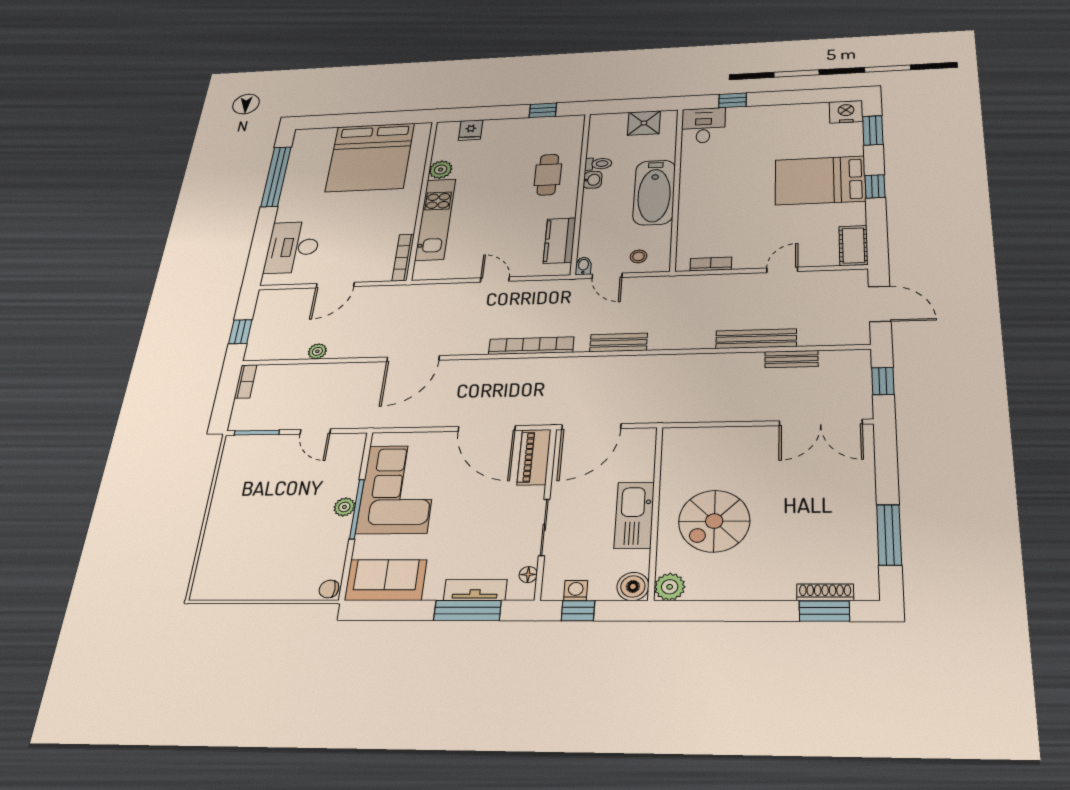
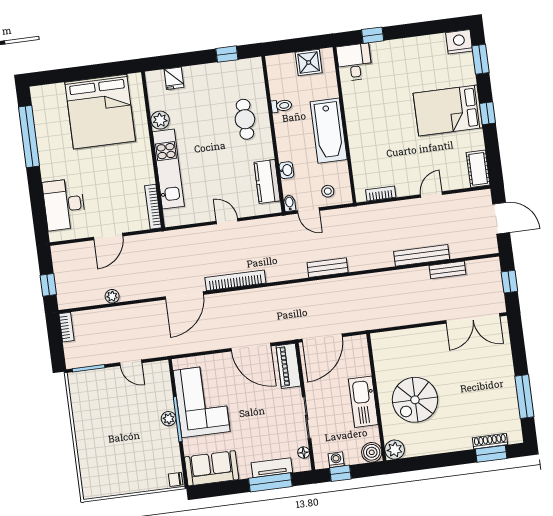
washbasin: (593, 180) -> (286, 170), moved
bookcase: (531, 346) -> (235, 280), moved

